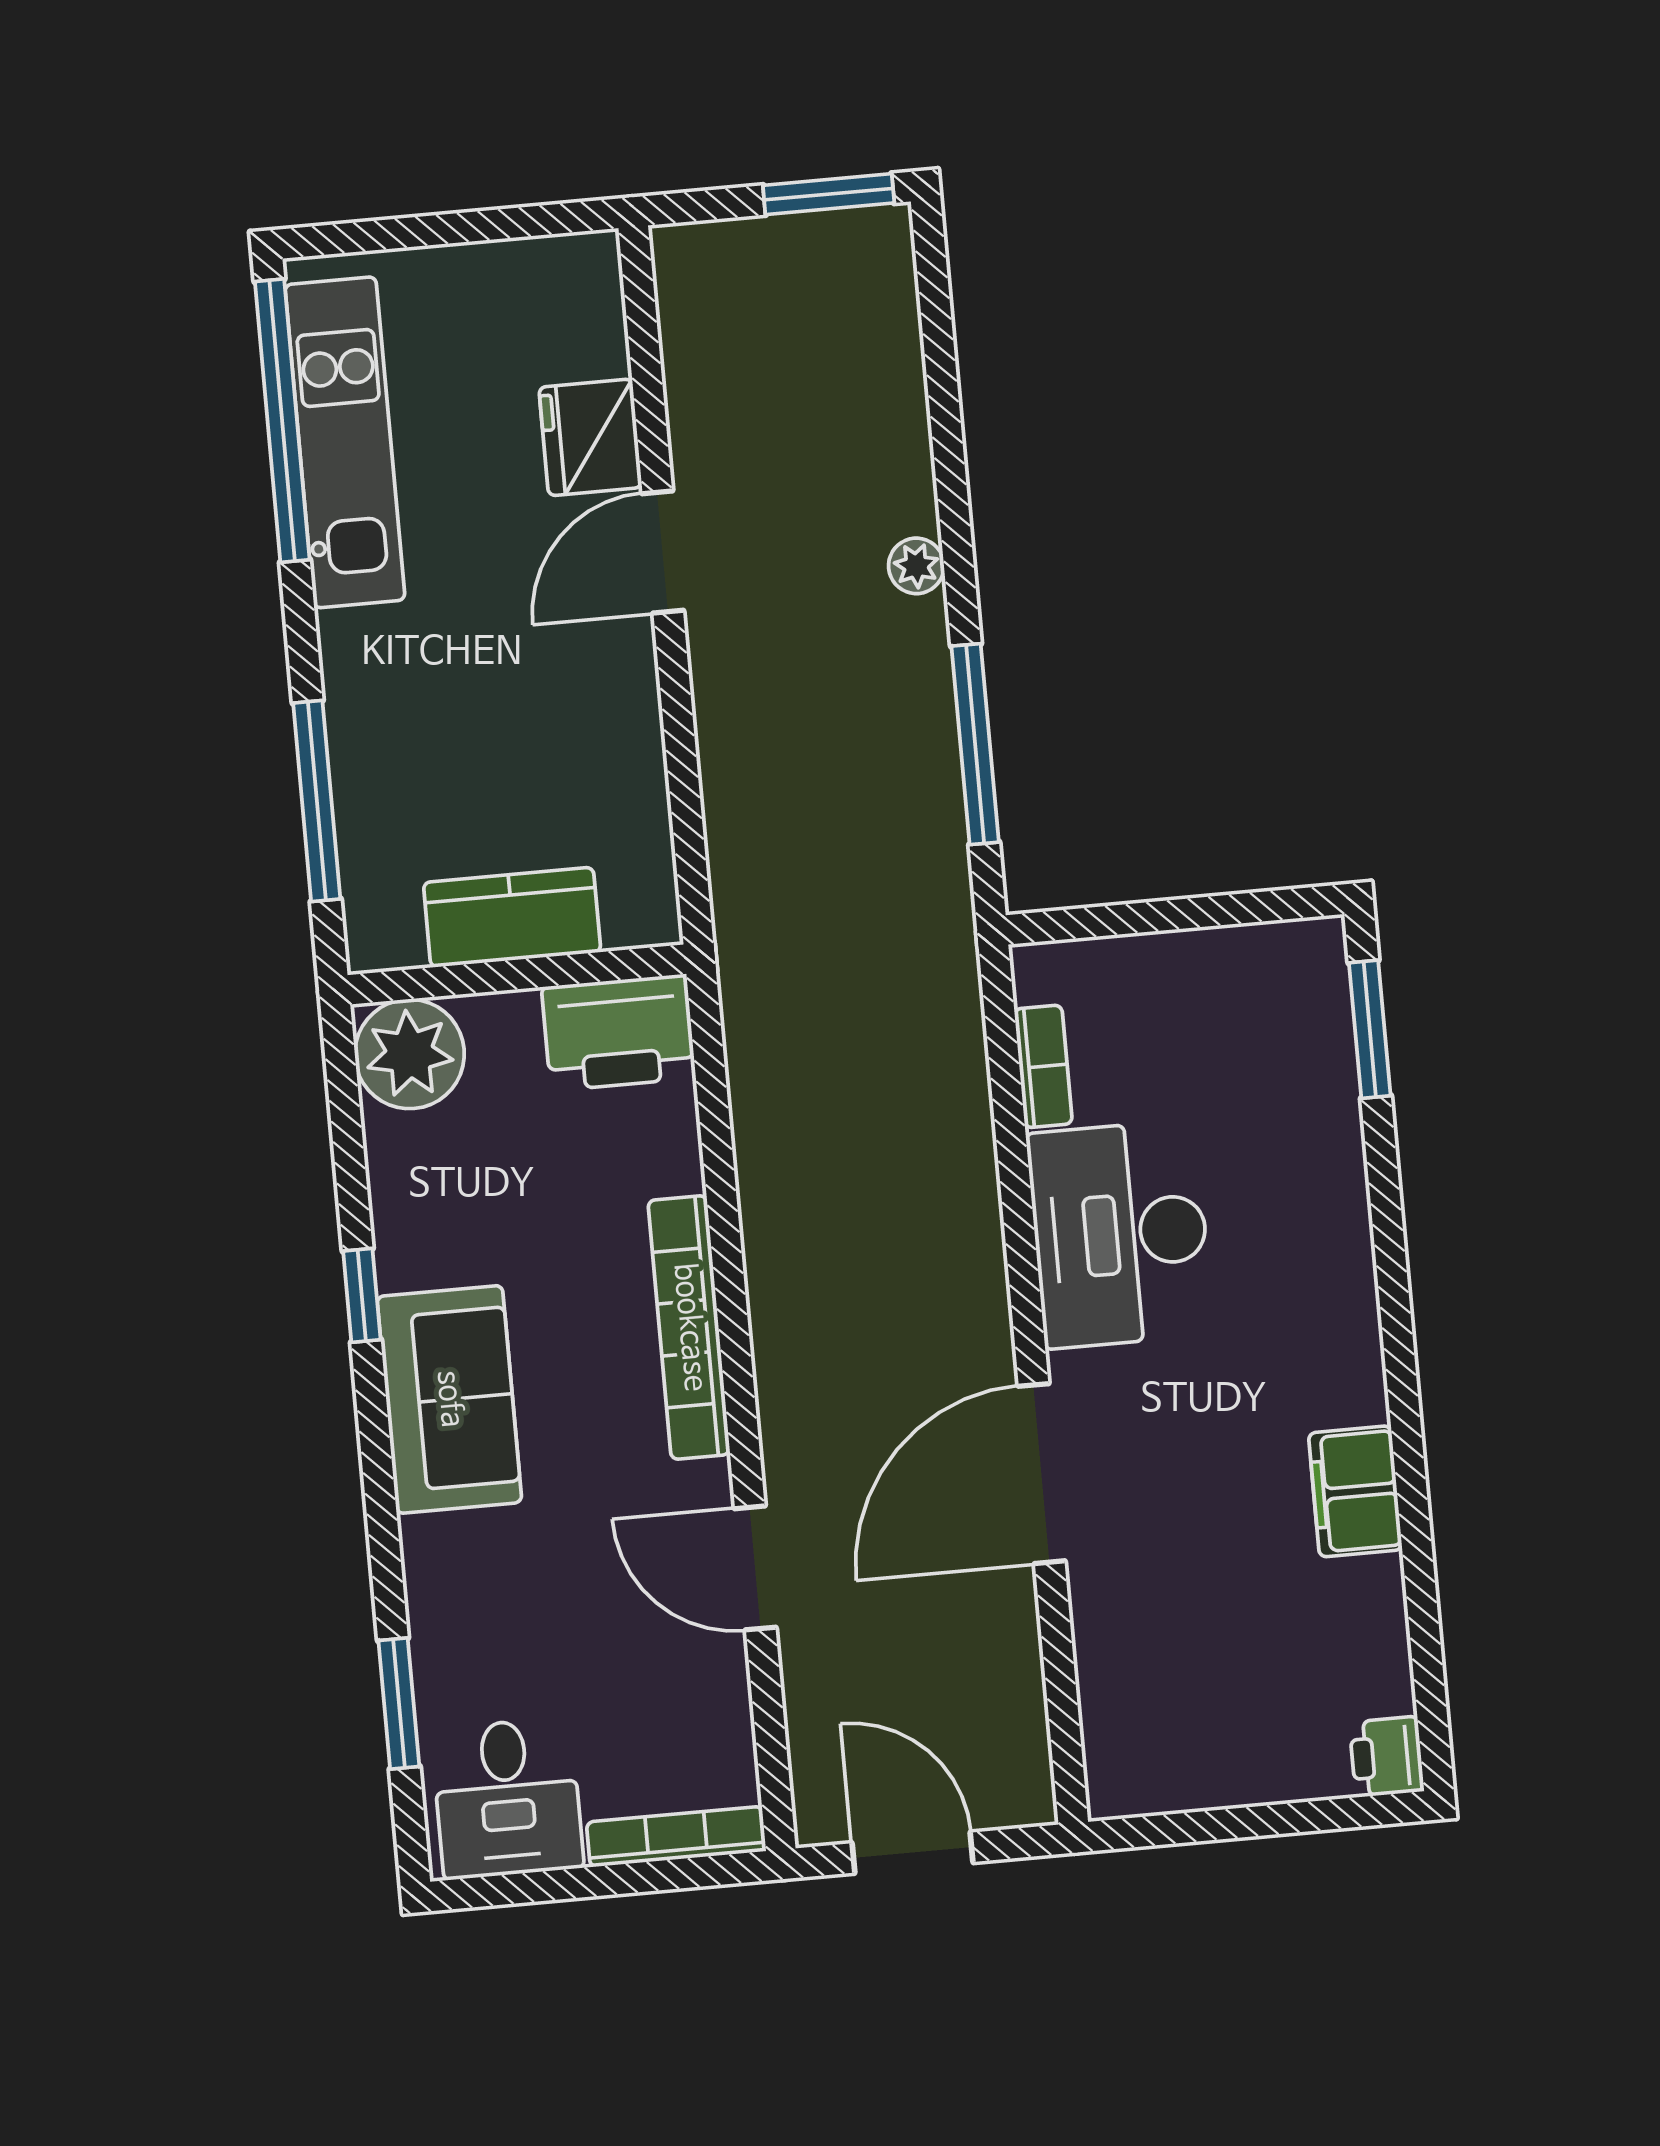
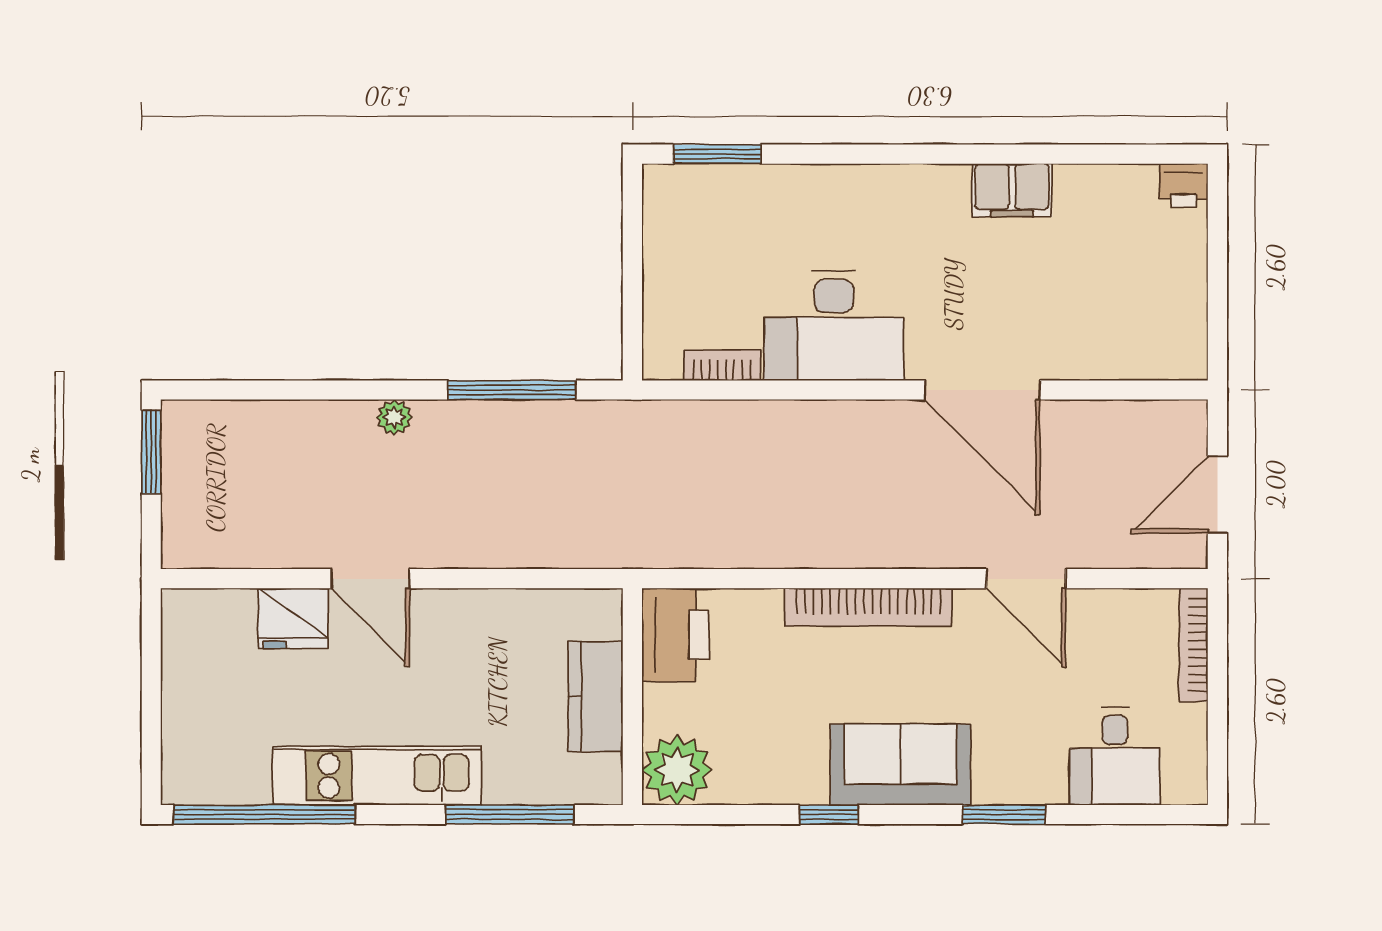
kitchen unit: (345, 442) -> (377, 776), moved
door: (755, 1568) -> (1026, 579), hinge flipped
window: (399, 1703) -> (1004, 815), moved
desk: (507, 1798) -> (1115, 756), moved, turned 90

